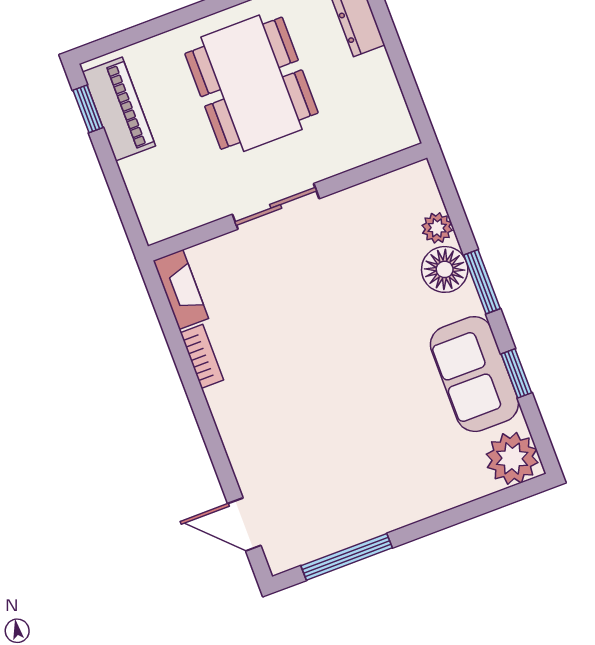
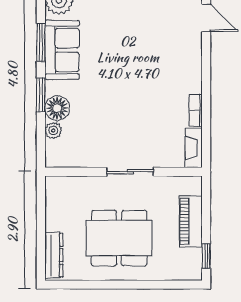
dining table: (252, 83) -> (119, 238), turned 90
piano: (119, 109) -> (191, 221), moved
window: (516, 373) -> (41, 42), width x1.50

